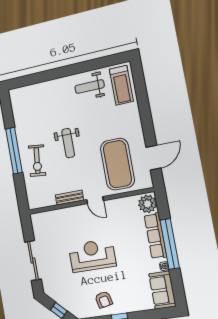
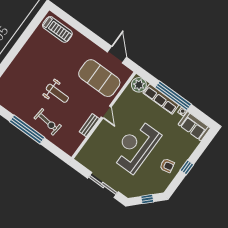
weight bench: (90, 87) -> (39, 47), removed
door: (95, 200) -> (106, 112), hinge flipped
reception desk: (92, 256) -> (136, 146), width x1.36, depth x1.30

